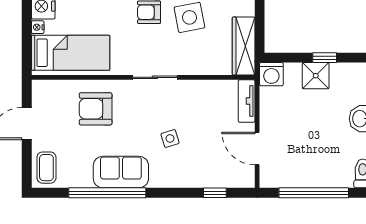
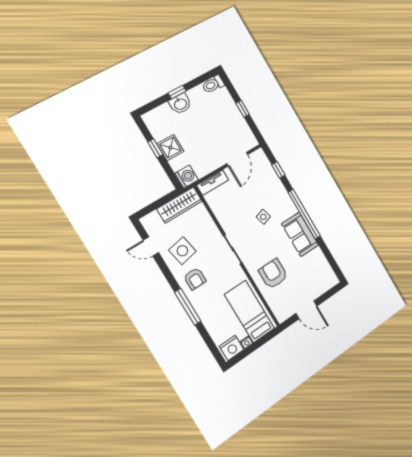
armchair: (96, 109) -> (273, 274), turned 180
coffee table: (46, 168) -> (324, 281), removed
window: (107, 193) -> (304, 214), moved
window: (314, 193) -> (243, 109), width x0.32

